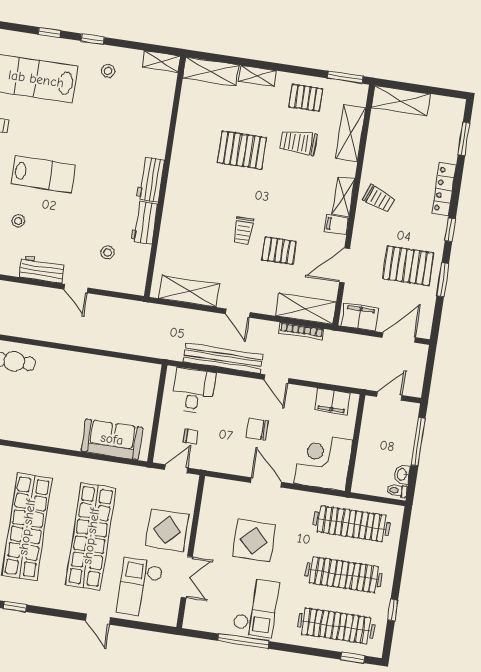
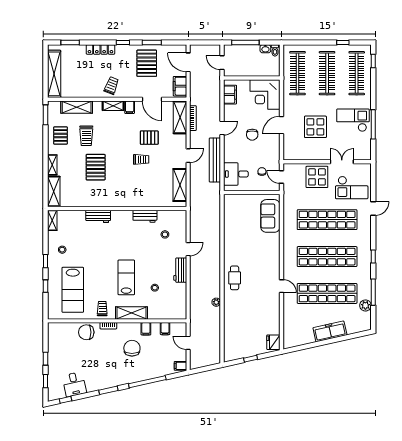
shelving: (401, 101) -> (54, 74), width x1.47
workbench: (150, 179) -> (98, 216), moved
pallet: (279, 251) -> (149, 138), turned 90

